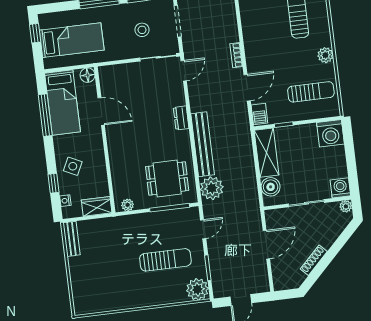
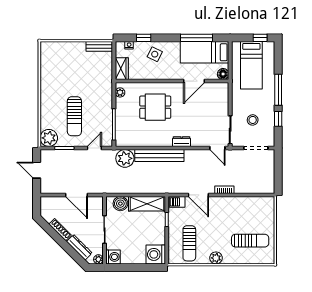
dining table: (167, 179) -> (155, 107), moved, turned 90
door: (203, 229) -> (94, 148), swing flipped
dresser: (333, 233) -> (79, 247), added

